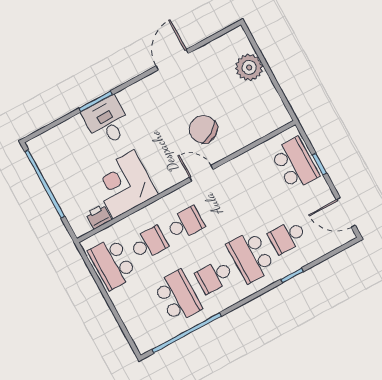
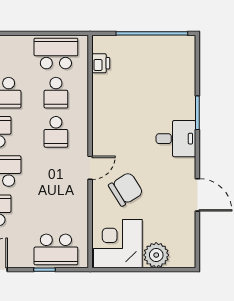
desk: (107, 121) -> (176, 139), moved
corner desk: (124, 184) -> (118, 244), moved, turned -90

